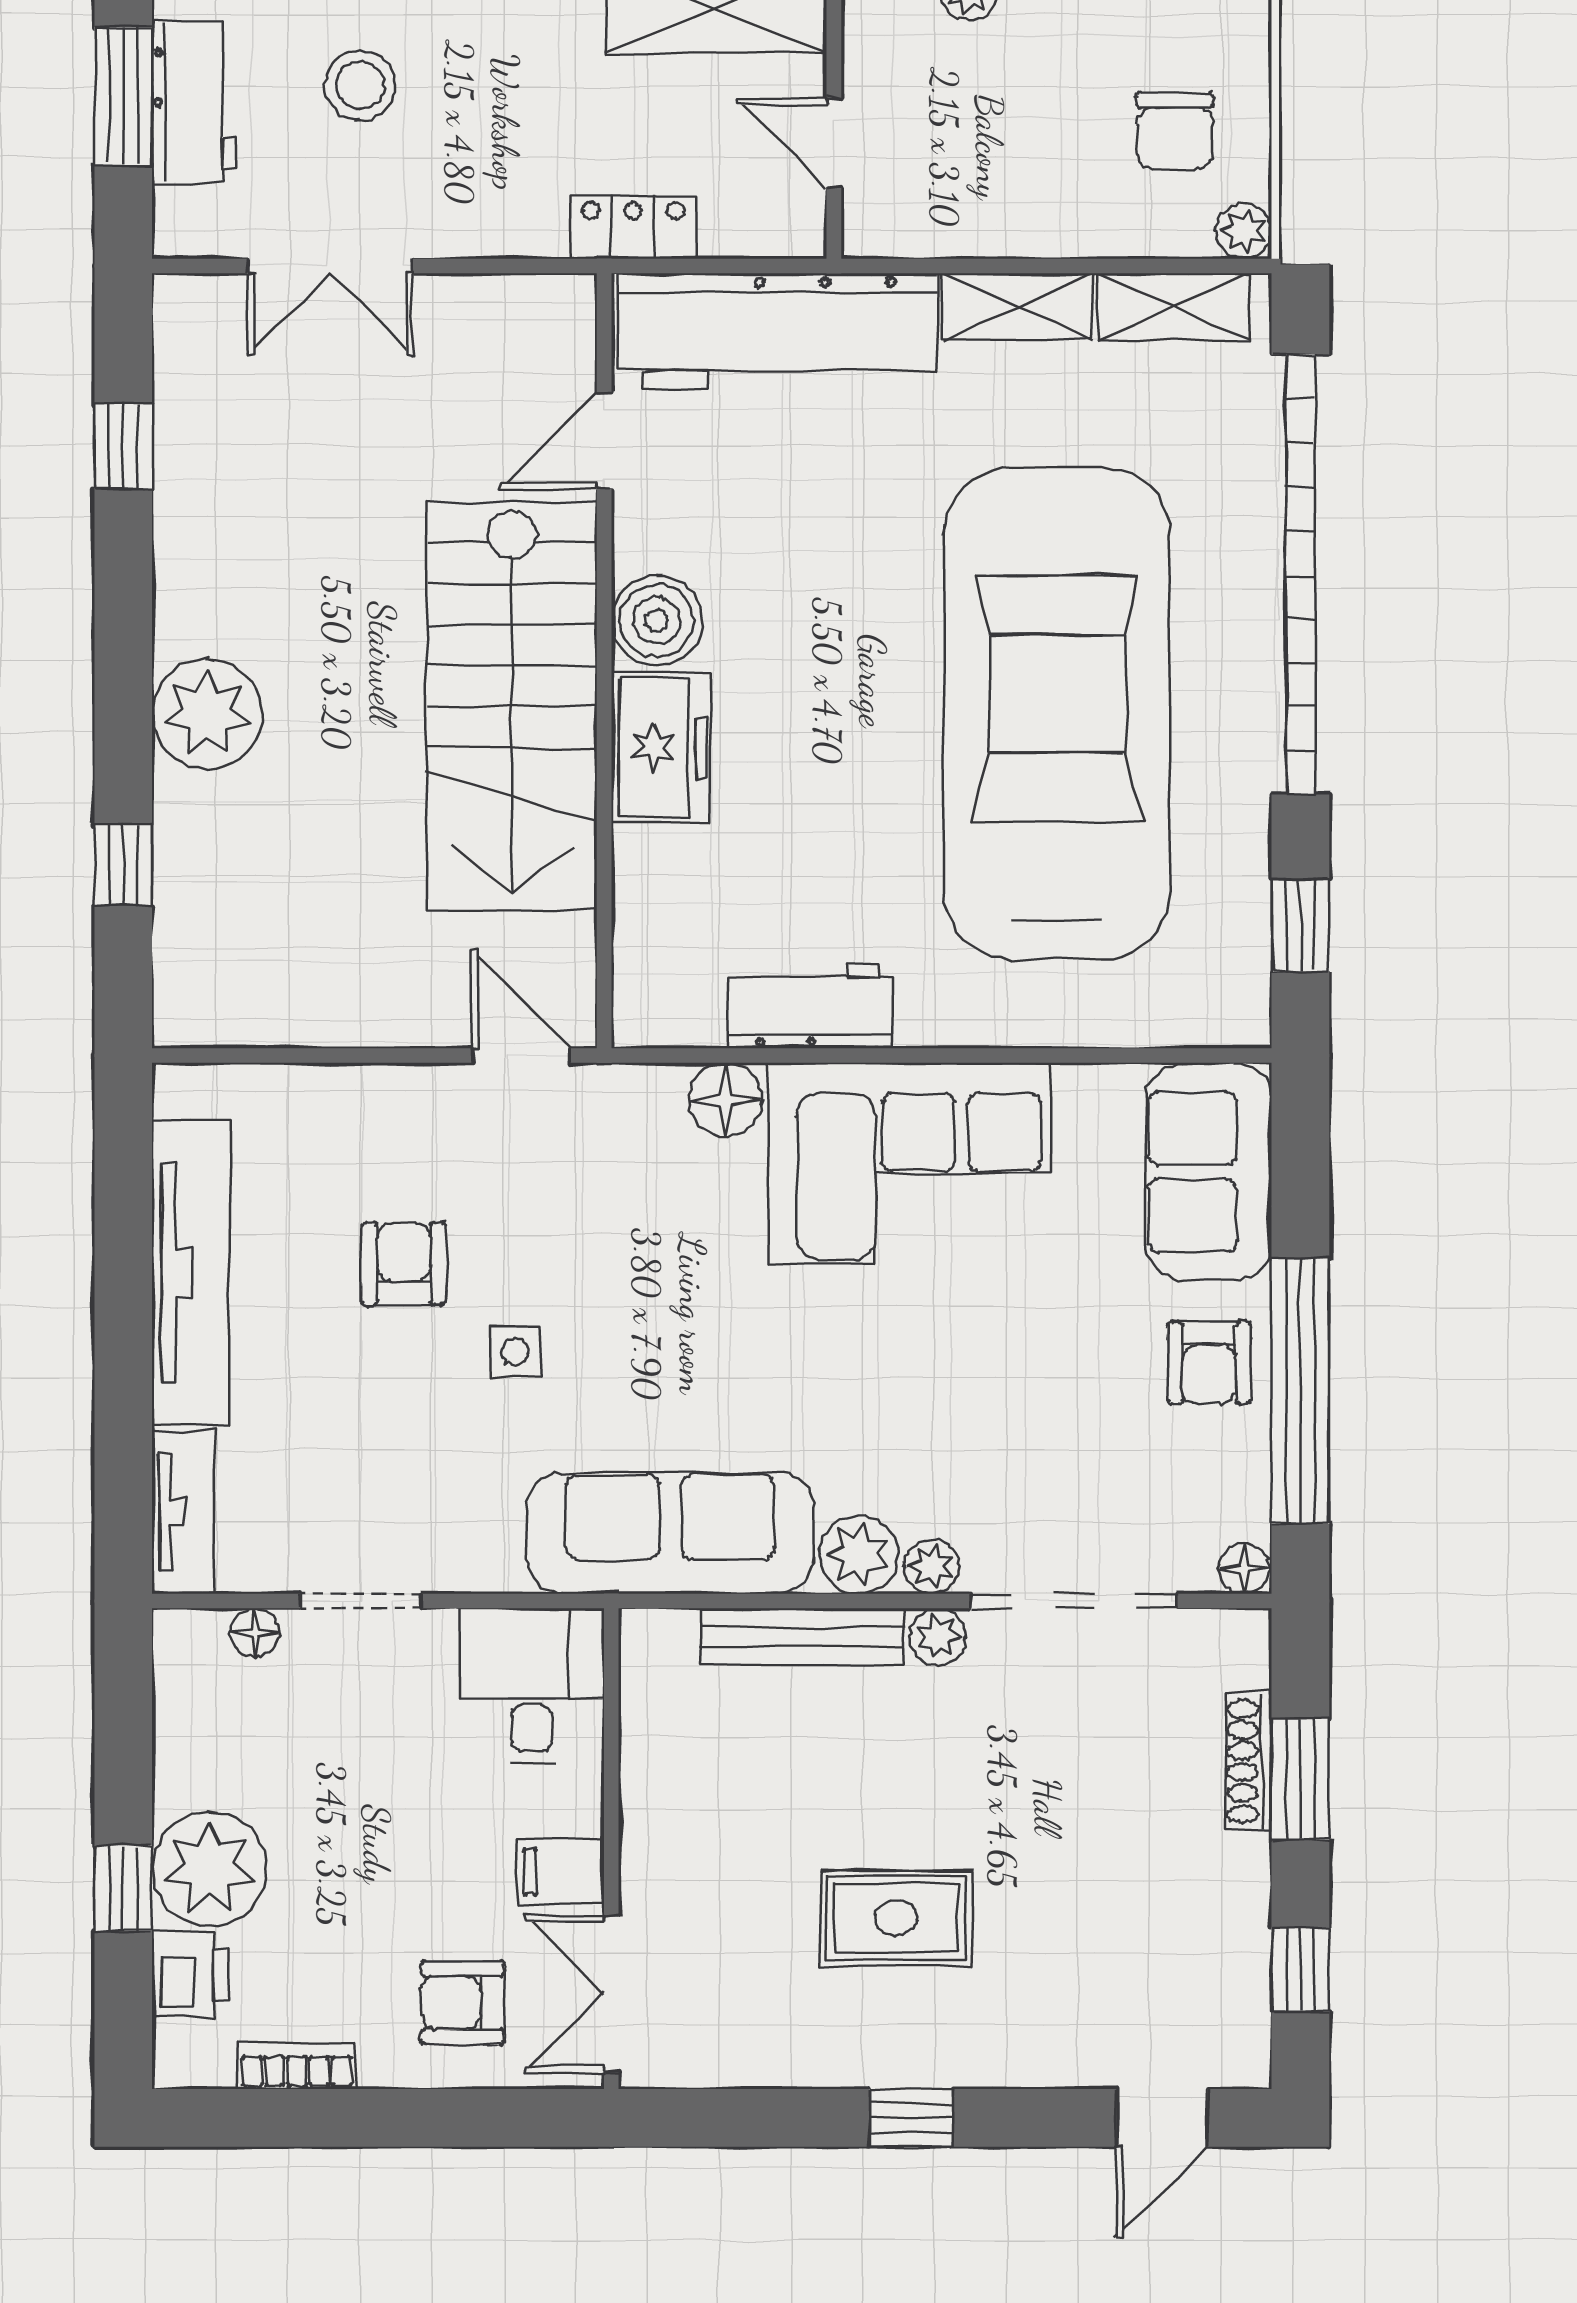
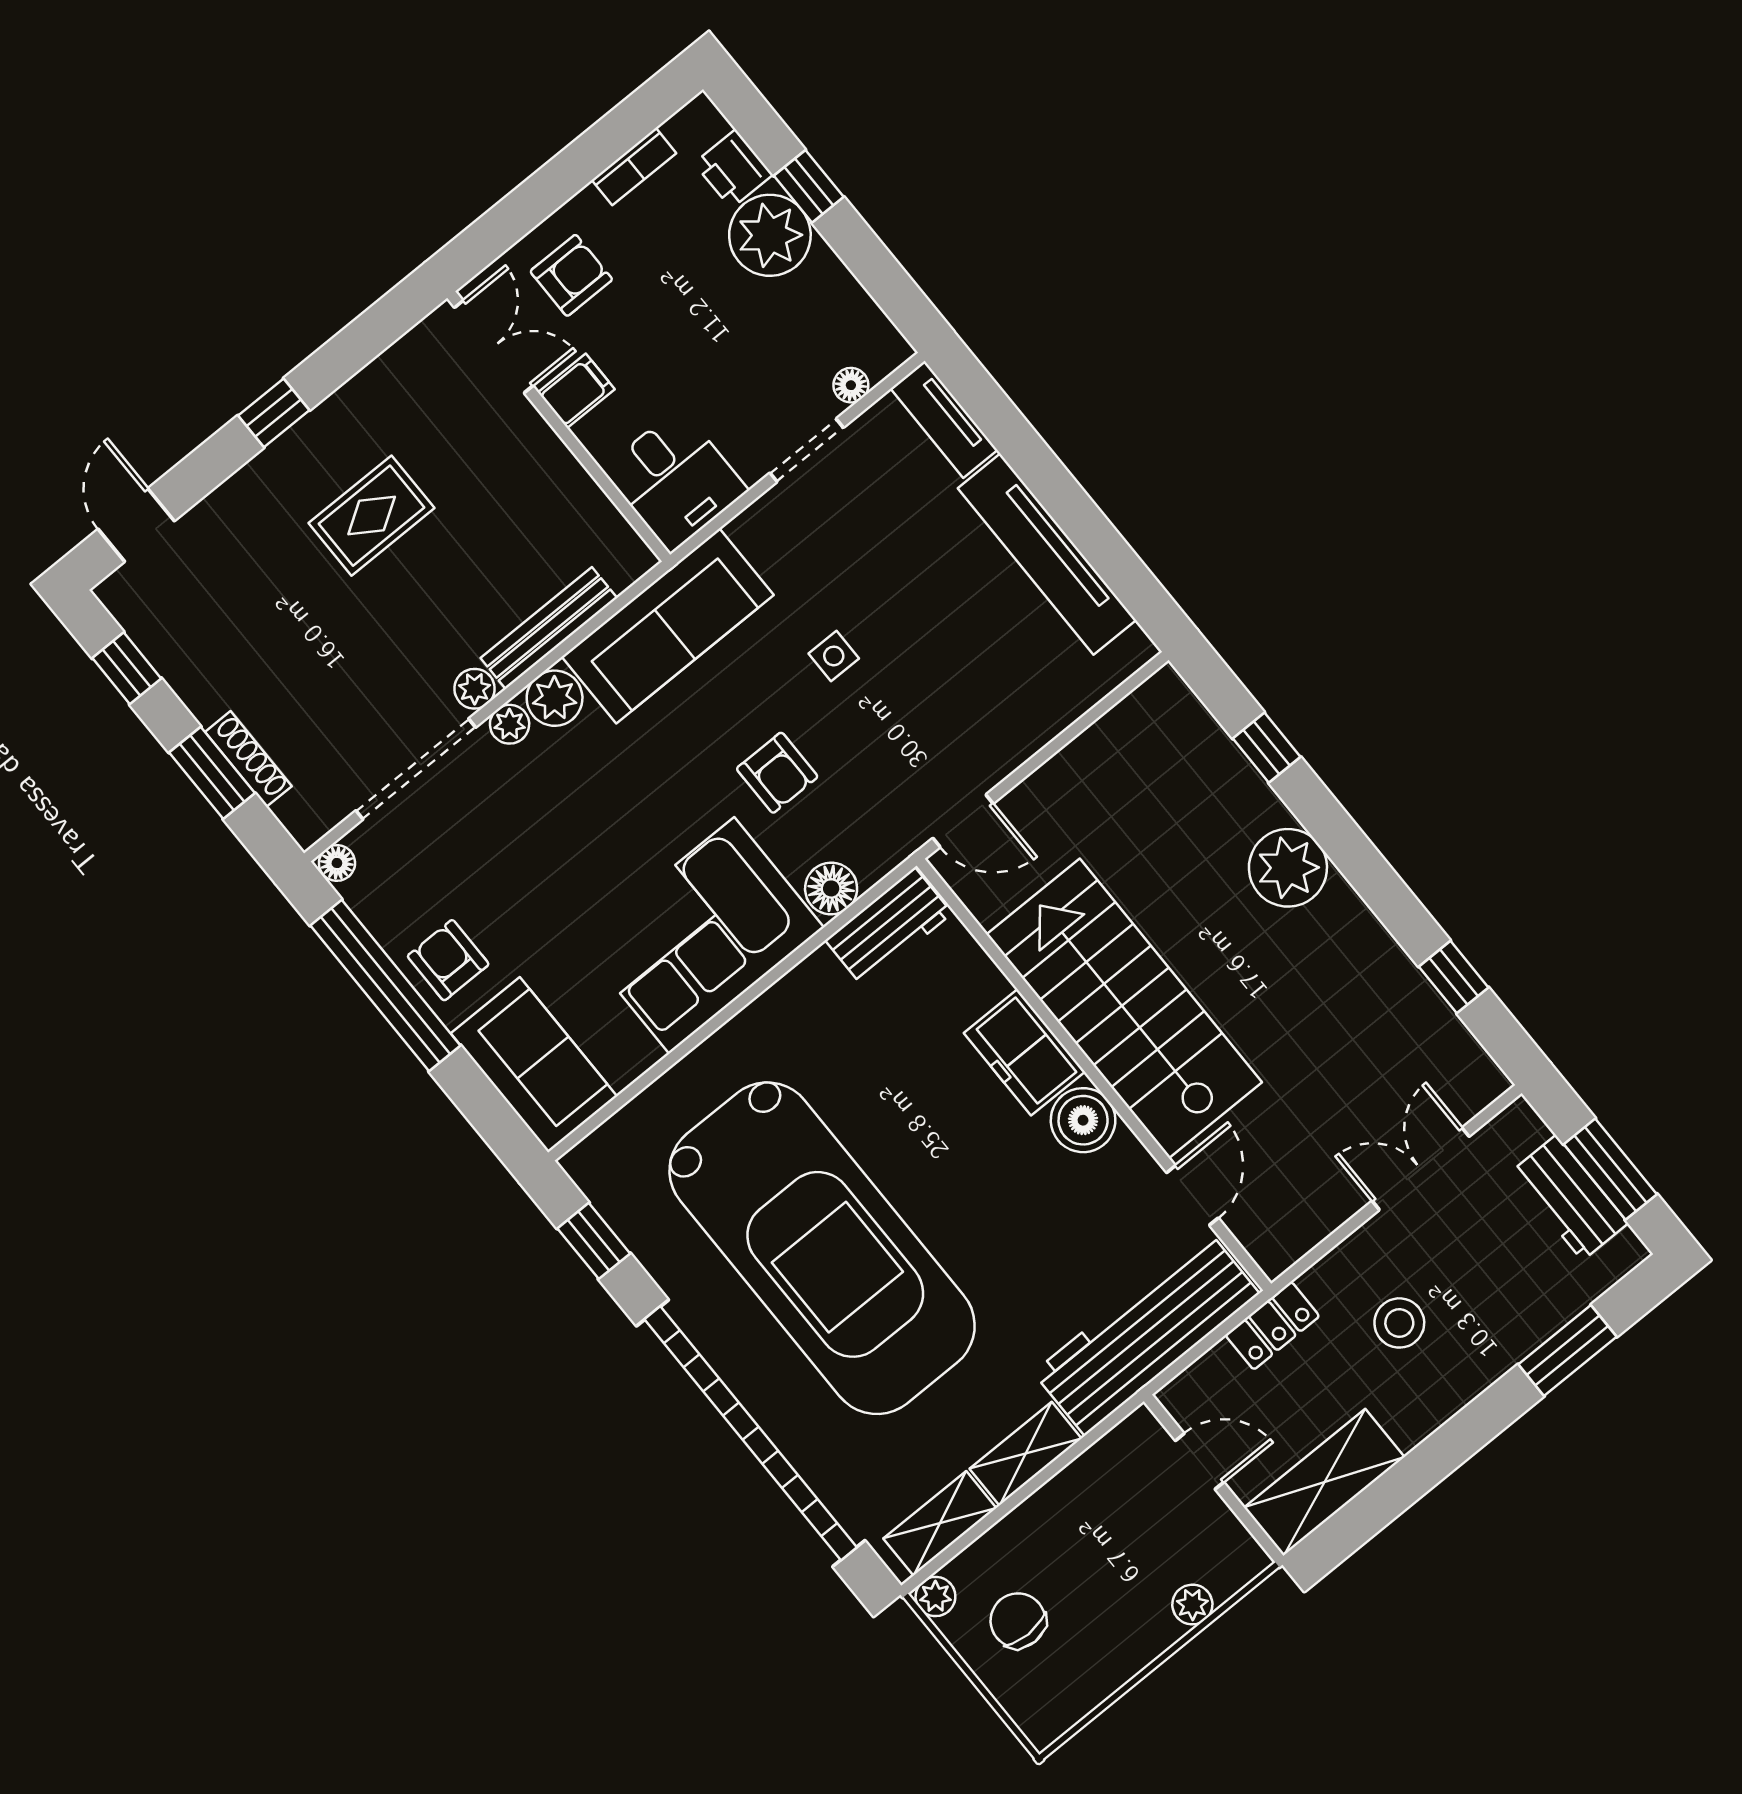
stool: (360, 85) -> (1399, 1323), moved
workbench: (810, 1006) -> (889, 927), moved
armchair: (404, 1264) -> (777, 773), moved

